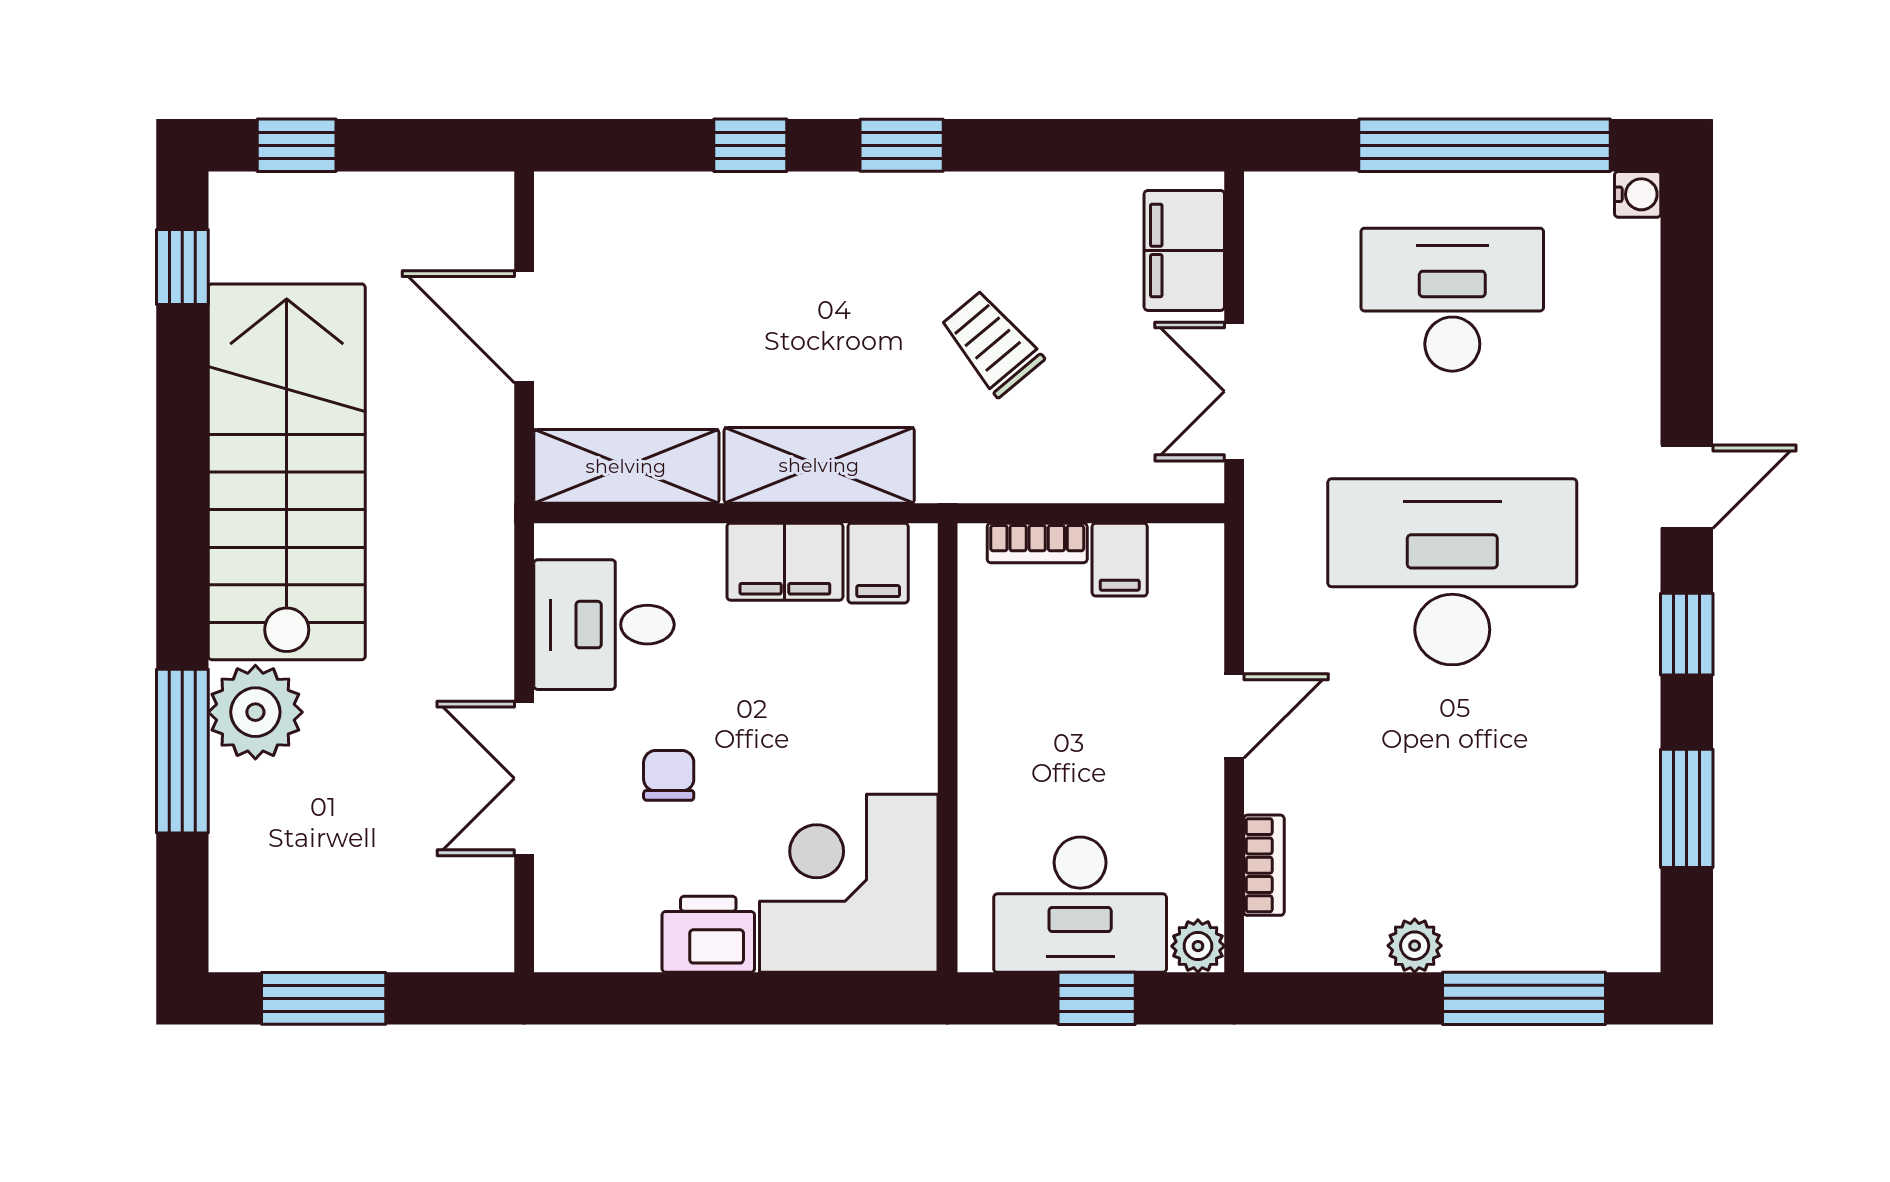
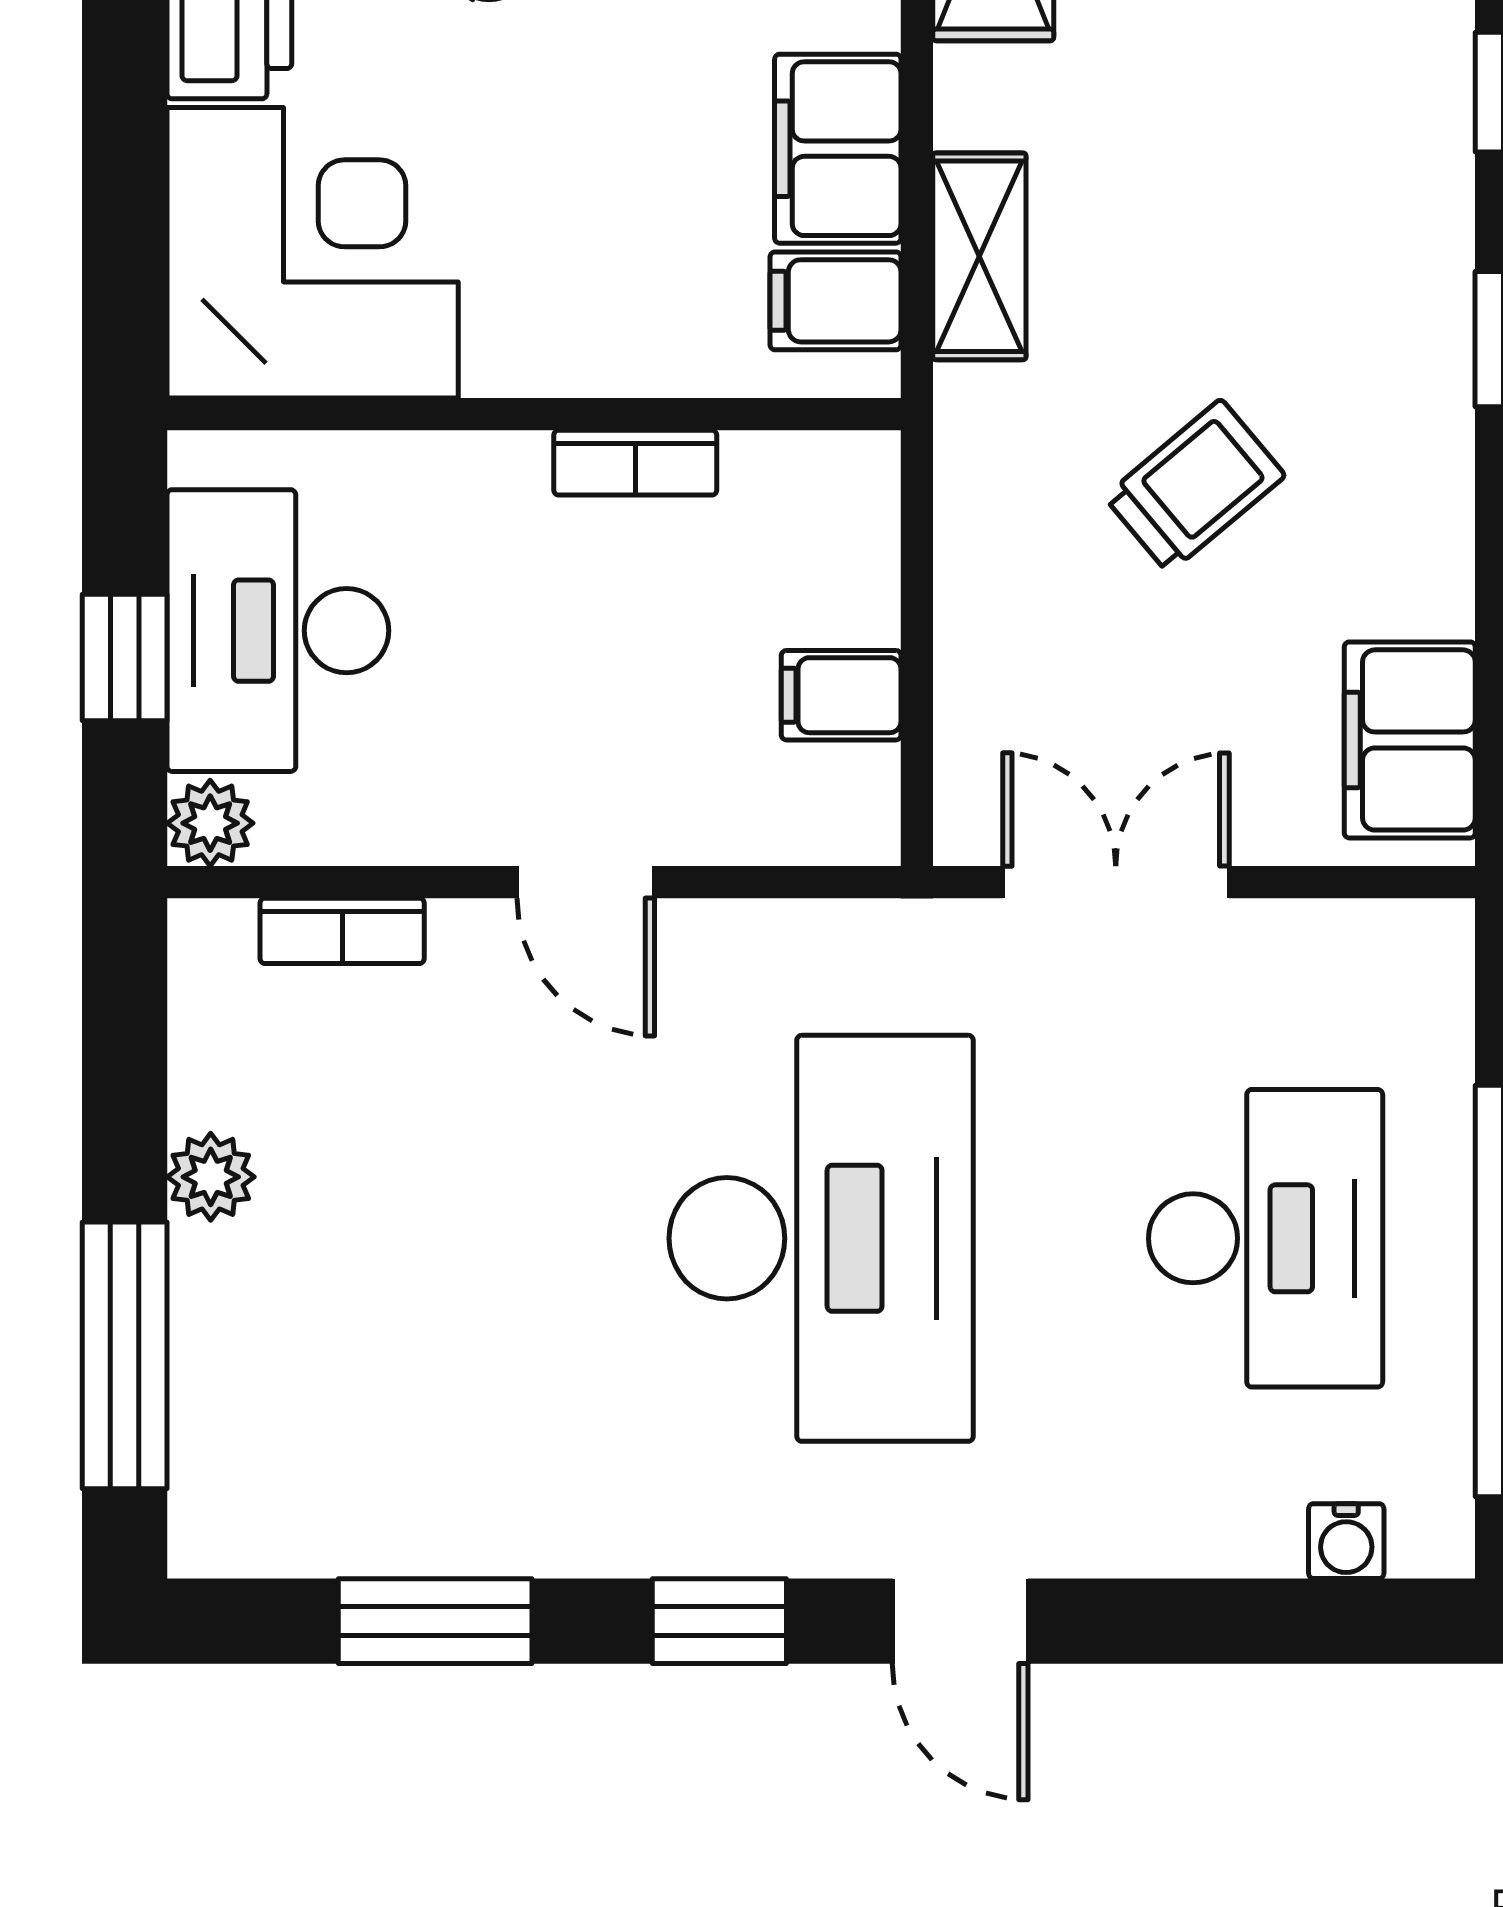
water cooler: (1638, 194) -> (1346, 1541), moved
filing cabinet: (1184, 250) -> (1410, 740), moved, turned -90
shelving: (819, 465) -> (979, 256), width x0.67, depth x0.75
bookcase: (1037, 543) -> (635, 463), moved, turned -90

